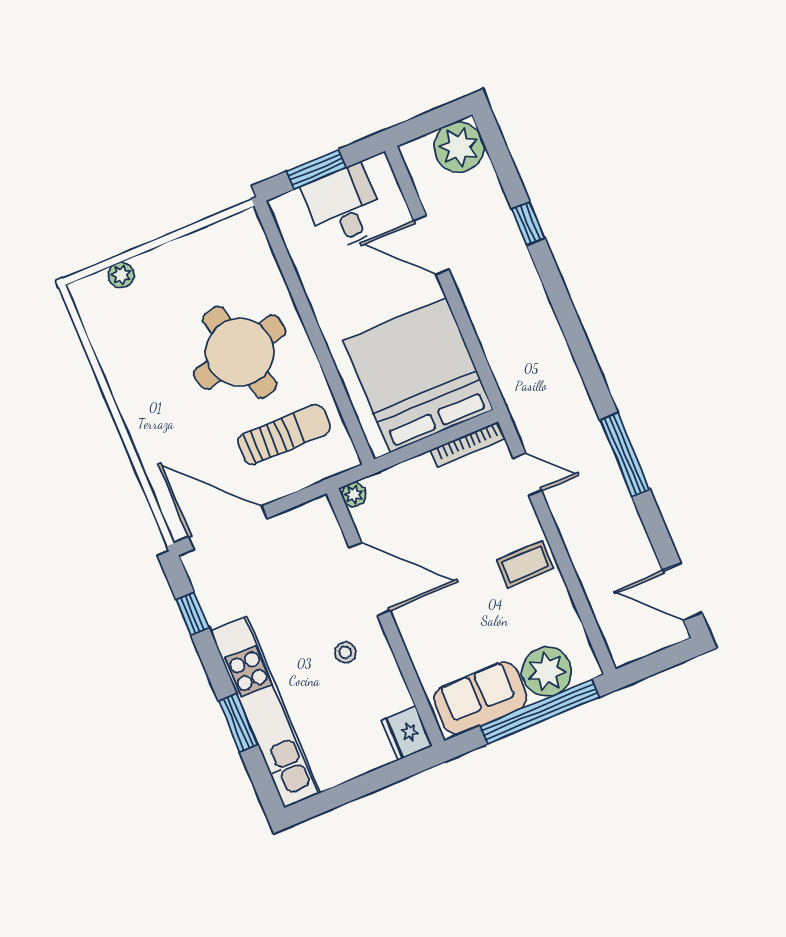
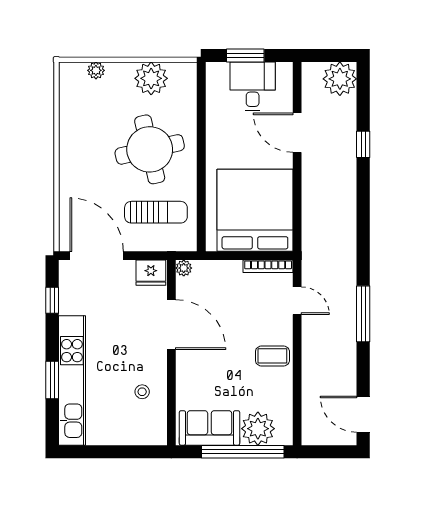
plant: (201, 254) -> (151, 78), added
stool: (345, 652) -> (142, 392), moved
fridge: (407, 733) -> (151, 273), moved, turned -90

